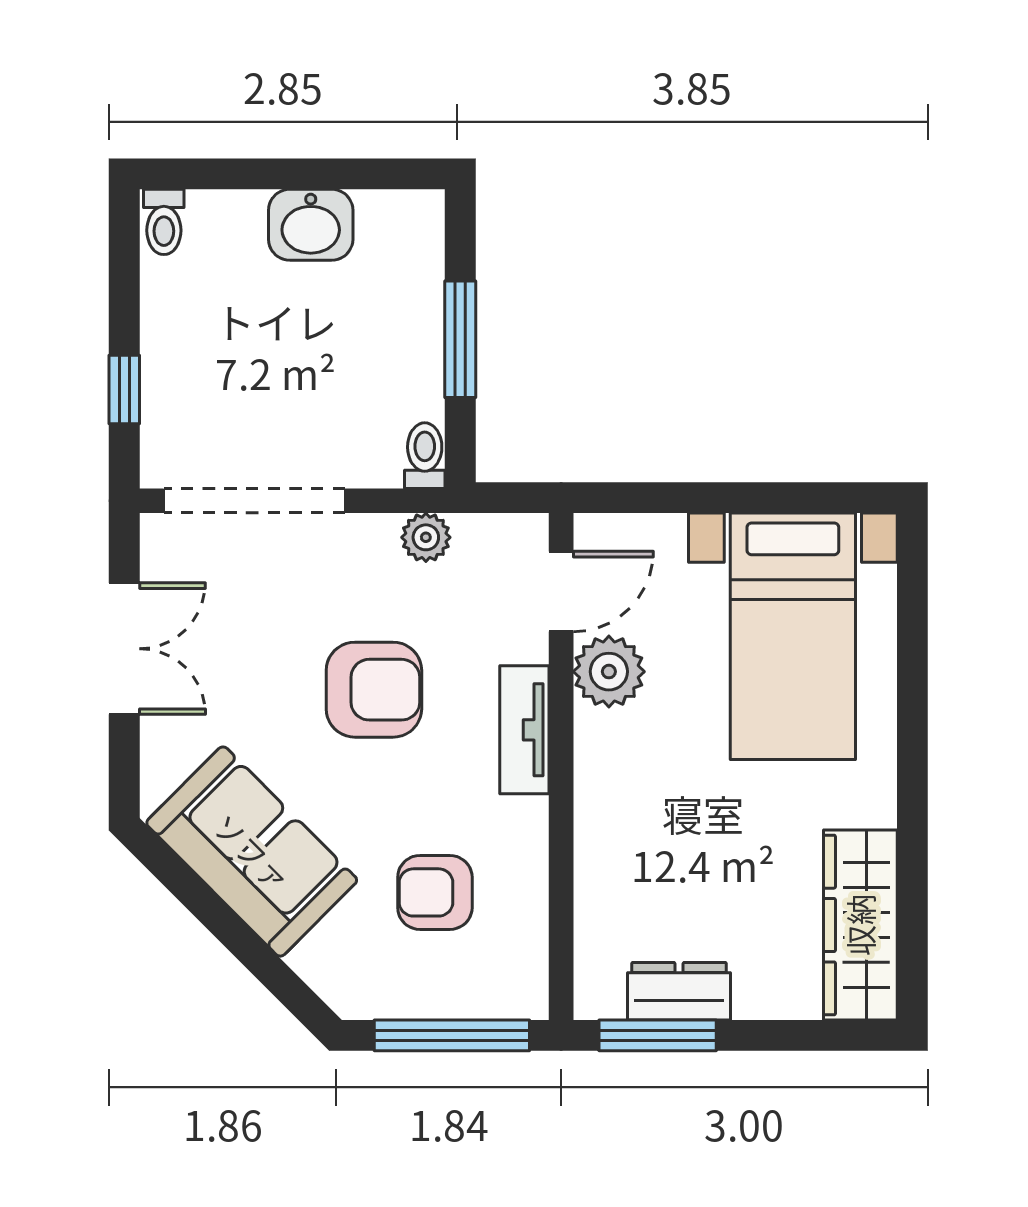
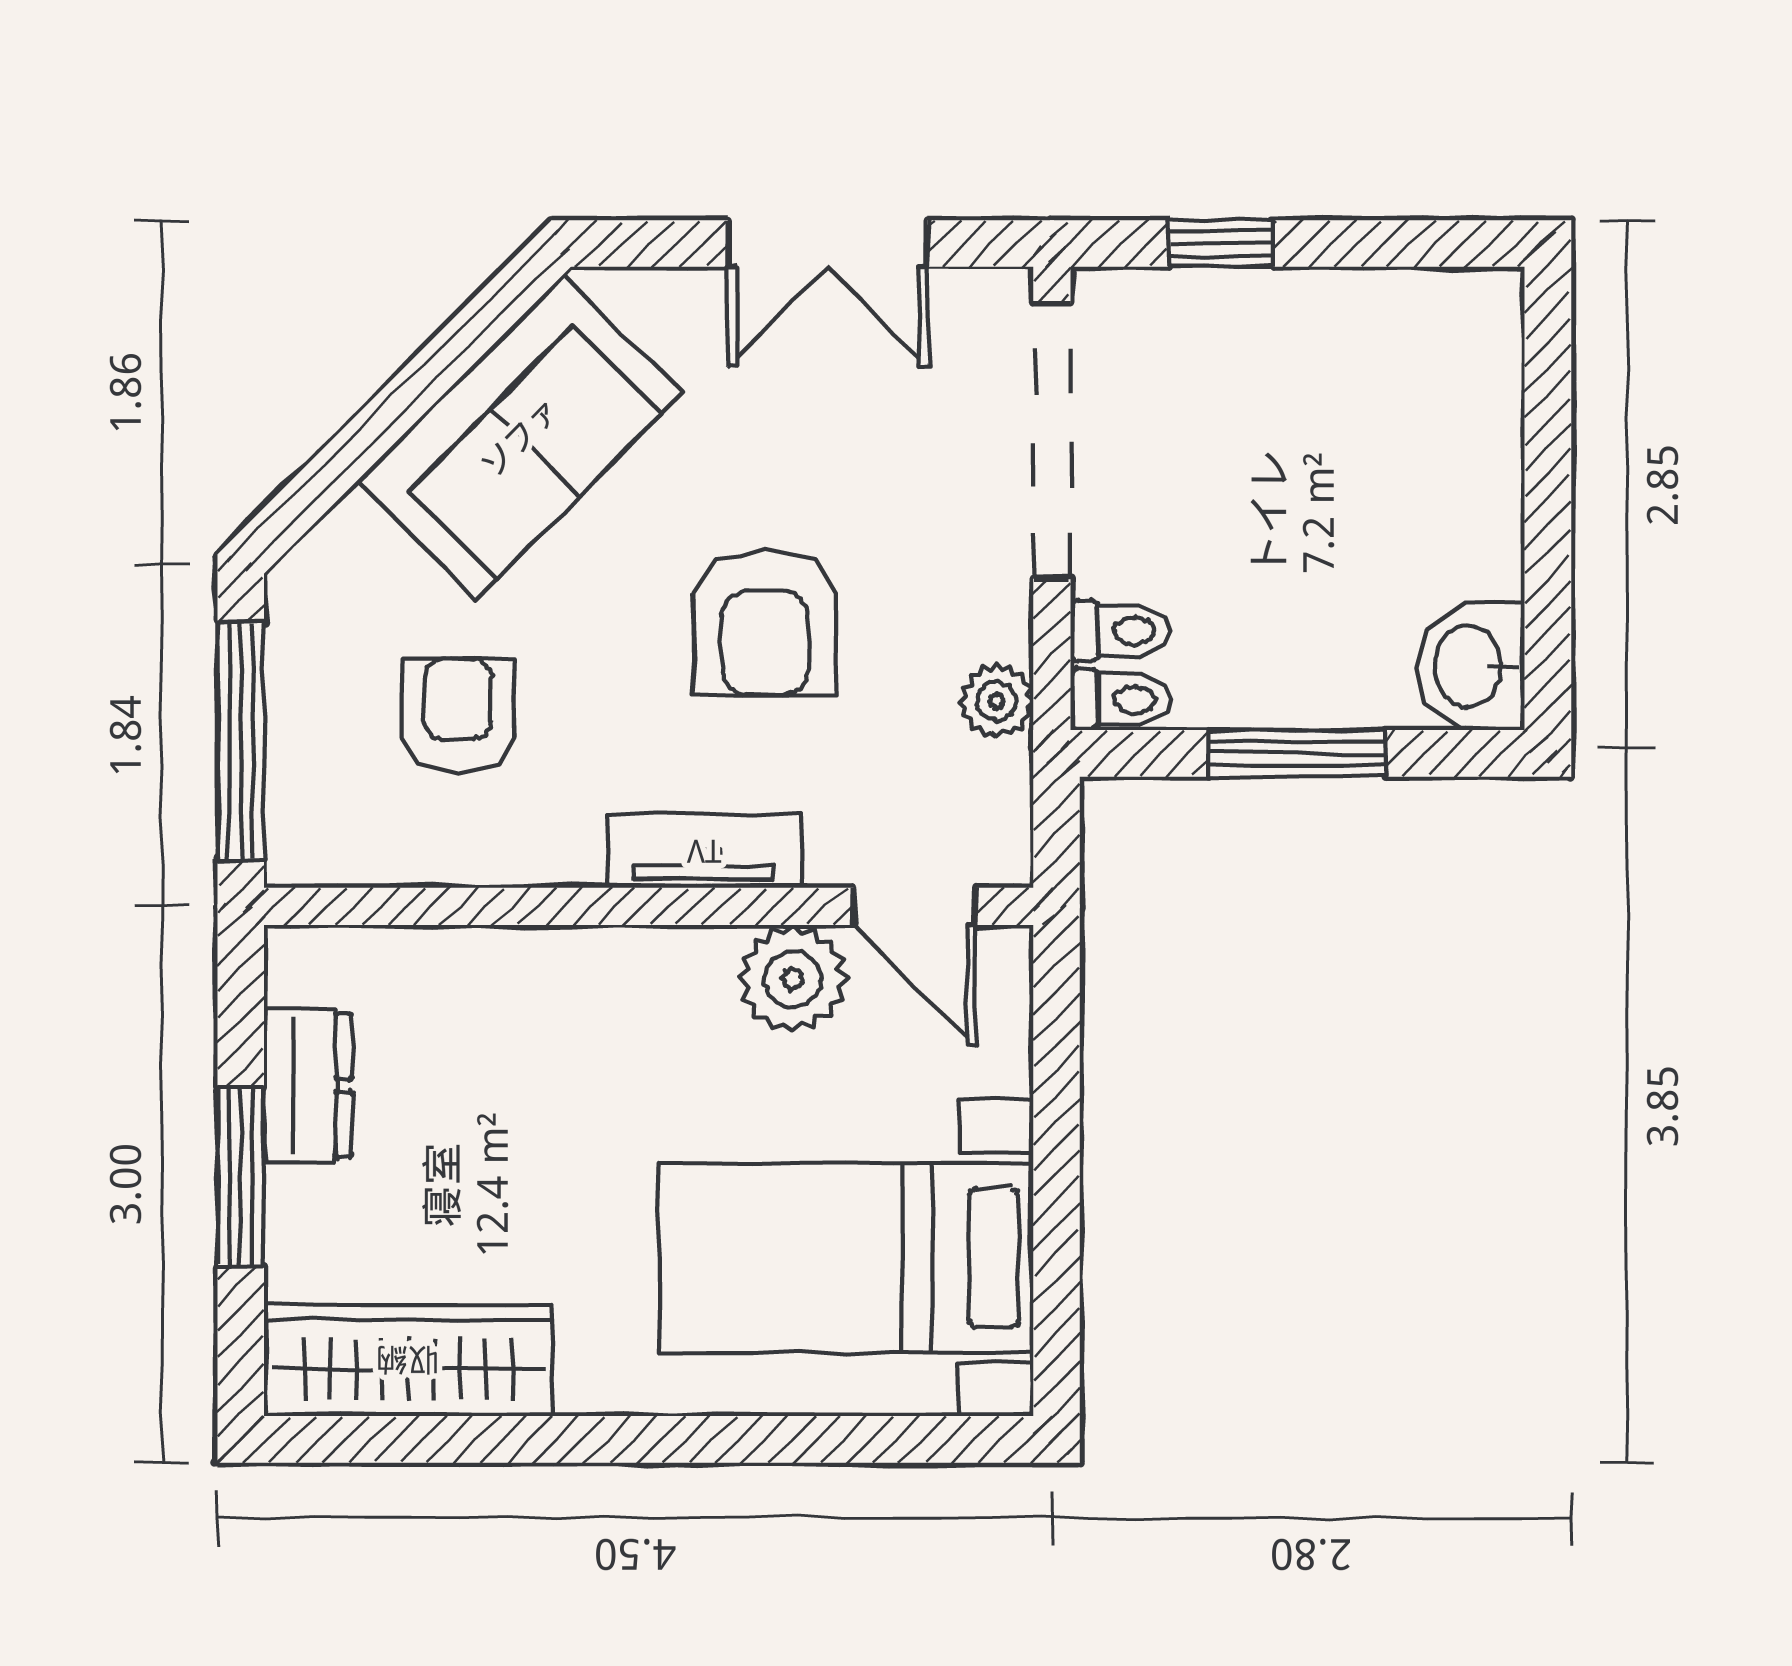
toilet: (164, 222) -> (1120, 631), moved, turned 180
washbasin: (311, 225) -> (1471, 666), moved
window: (658, 1035) -> (241, 1177), moved

